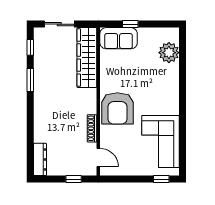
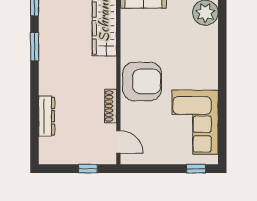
armchair: (117, 108) -> (142, 81), turned -90
dresser: (40, 159) -> (47, 116), moved

